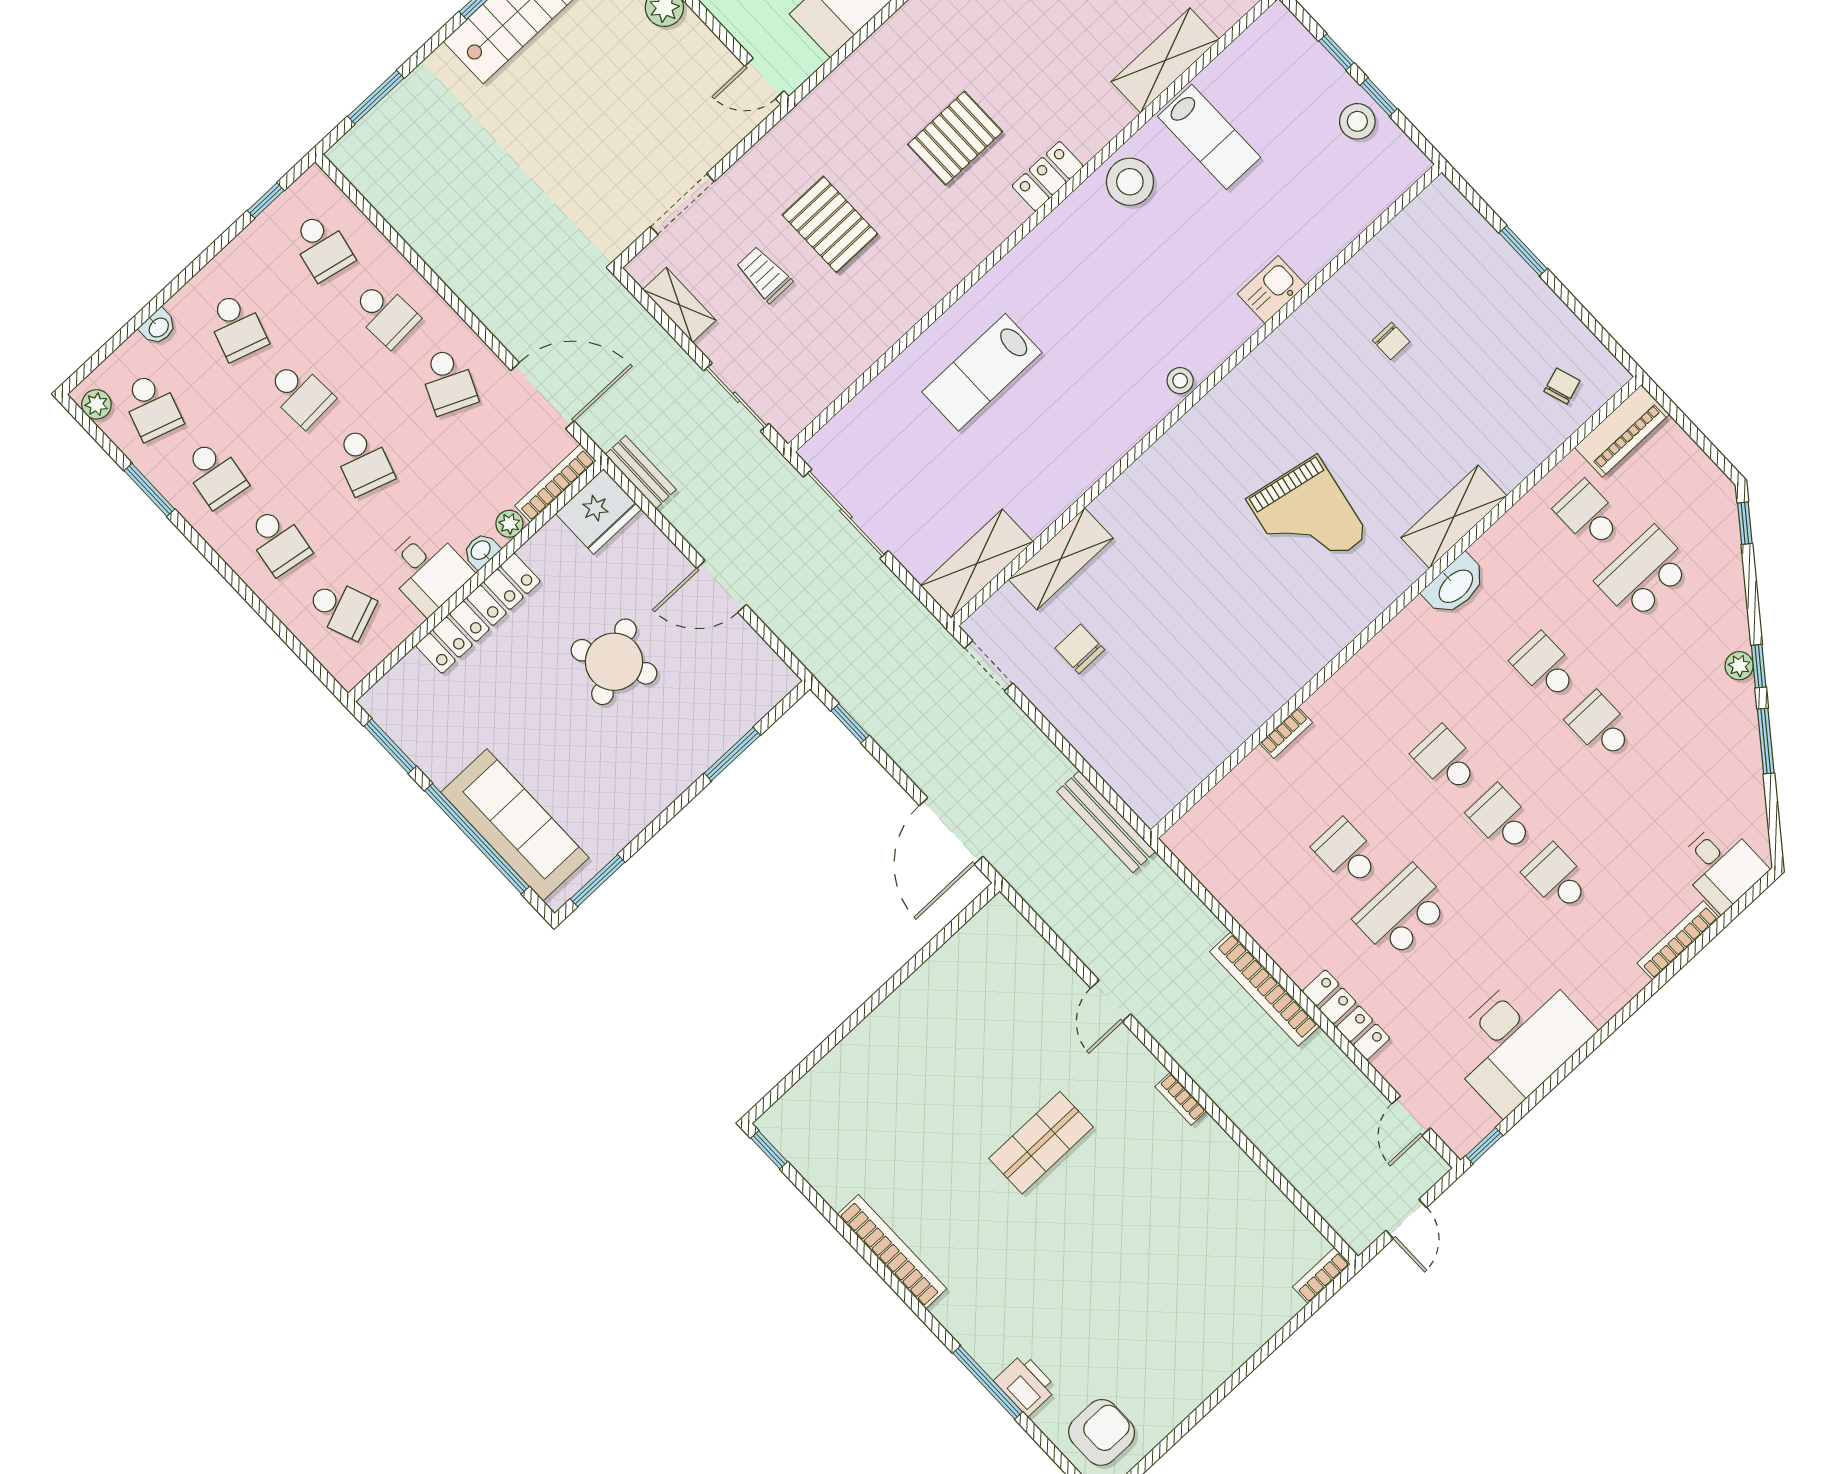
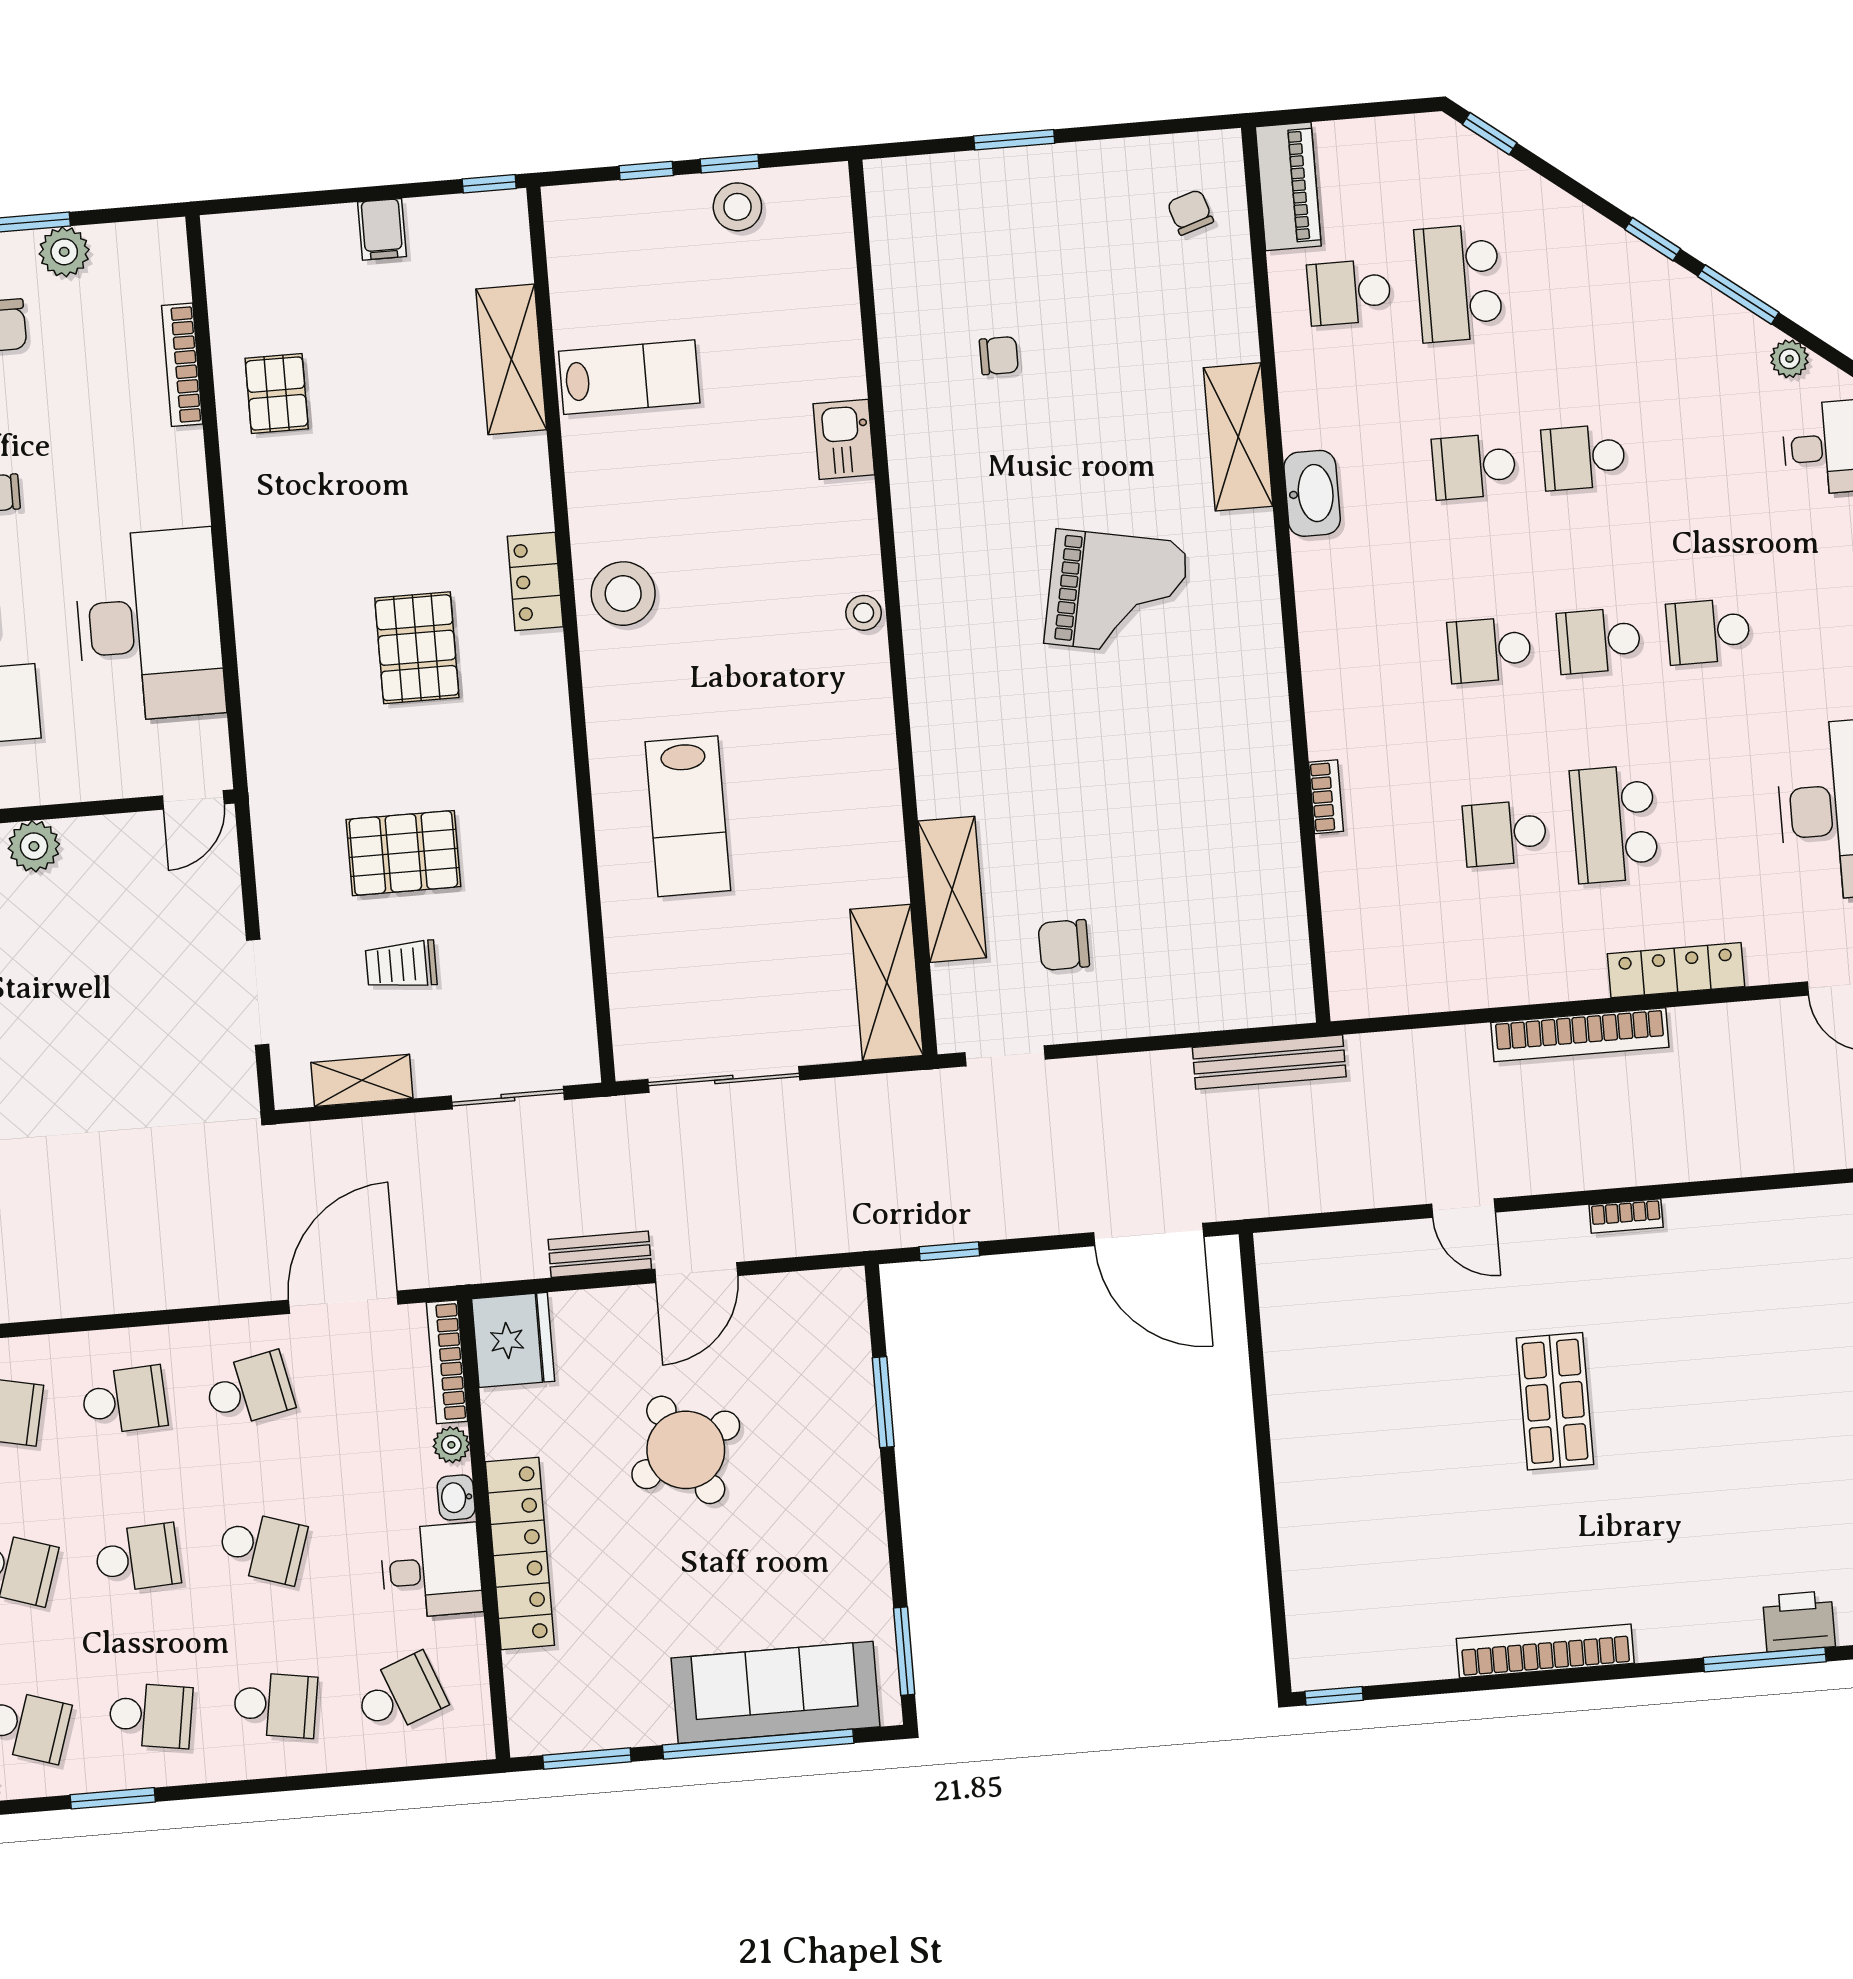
stool: (1130, 182) -> (623, 594), moved
school desk: (448, 381) -> (249, 1390), turned -36
bench: (641, 472) -> (600, 1254), moved
plant: (1739, 666) -> (1789, 359), moved

